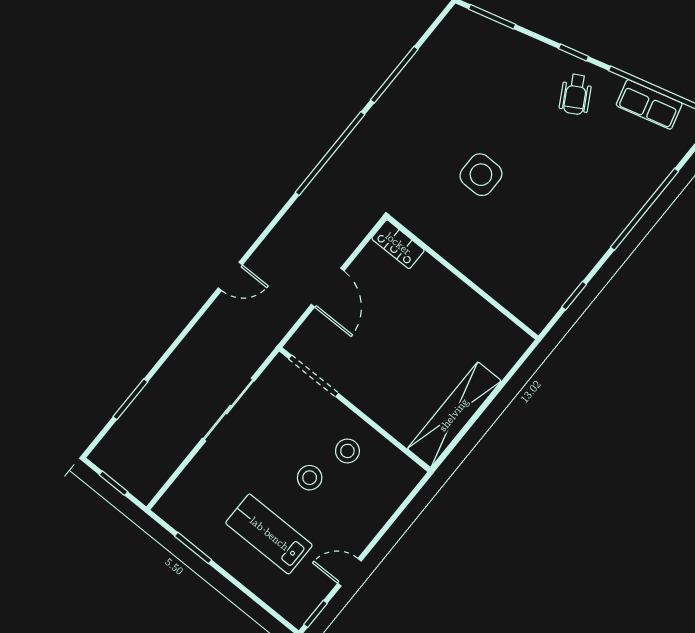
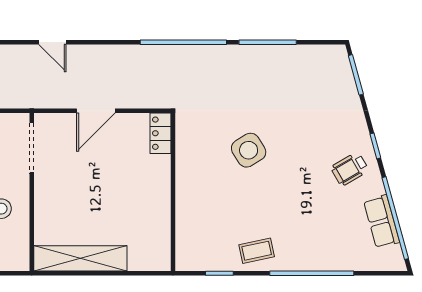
side table: (481, 175) -> (249, 150), turned -32
coffee table: (581, 244) -> (257, 251), added

